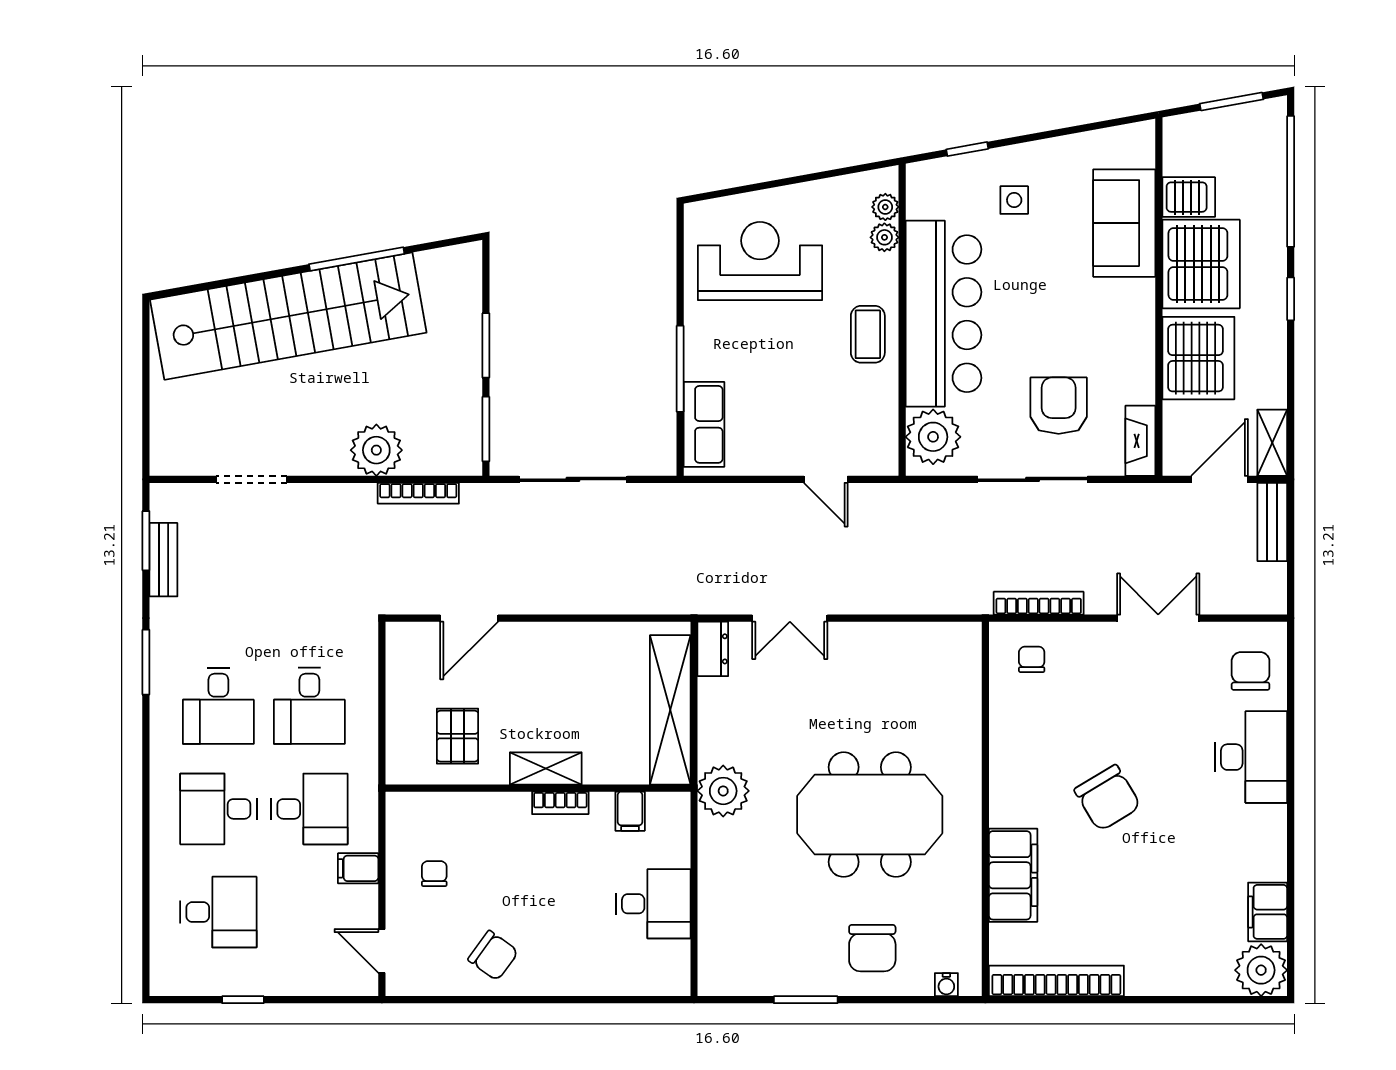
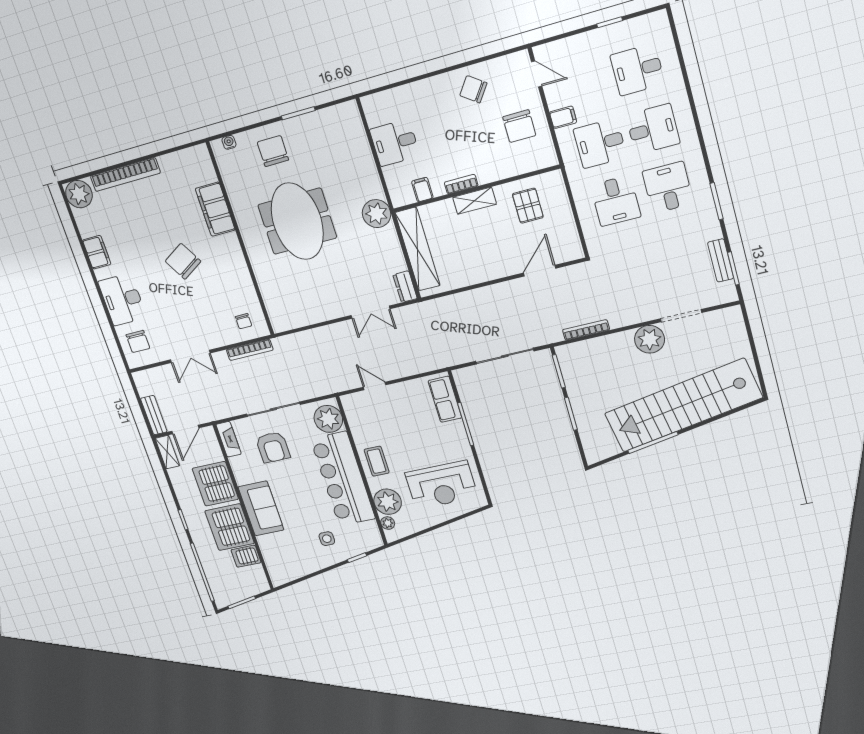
sofa: (1124, 223) -> (261, 508), moved
plant: (884, 237) -> (388, 502), width x1.88, depth x1.88
plant: (376, 450) -> (650, 339), moved
double door: (790, 618) -> (371, 312), swing flipped
desk: (309, 706) -> (616, 201), turned 180
meeting table: (870, 815) -> (297, 221), turned 90
chair: (434, 874) -> (519, 126), width x1.87, depth x1.87
filing cabinet: (1268, 912) -> (97, 252), moved
bookcase: (1056, 981) -> (125, 175), moved

